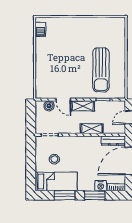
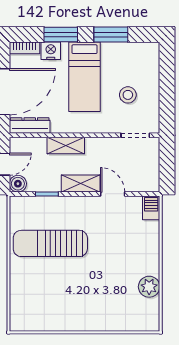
barbecue: (40, 29) -> (151, 208), moved
plant: (42, 44) -> (149, 287), added
sun lounger: (101, 70) -> (50, 243), turned -90
boiler: (49, 106) -> (18, 184), moved
bed: (56, 182) -> (85, 77), moved, turned -90

